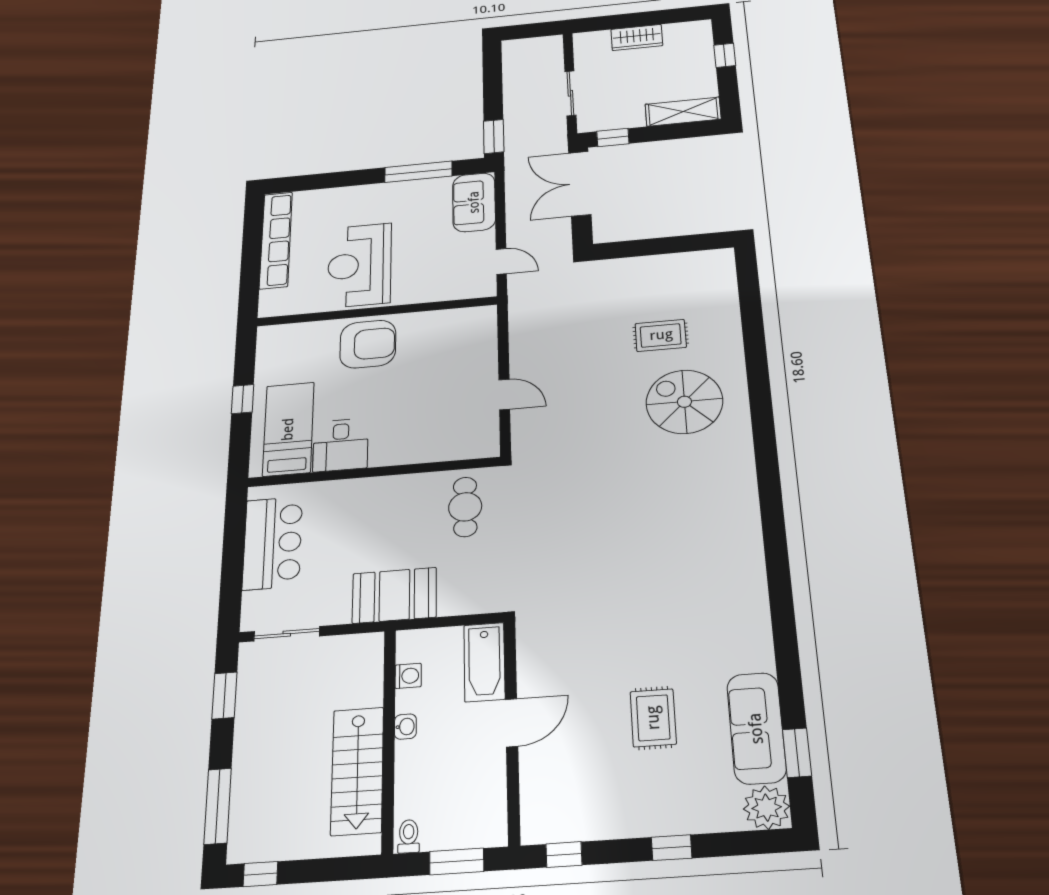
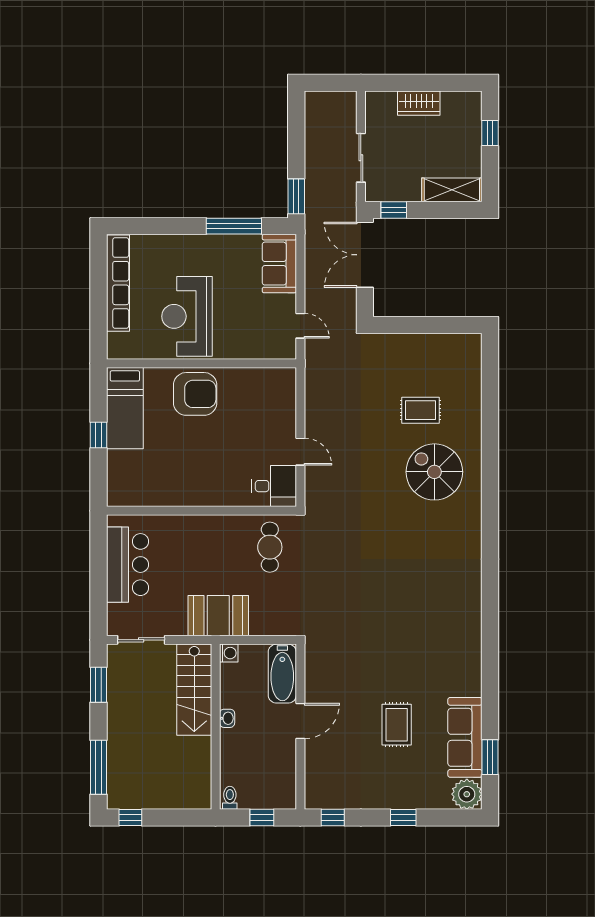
bed: (288, 429) -> (125, 408), moved, turned 180
desk: (341, 445) -> (274, 486), moved, turned -90
washing machine: (408, 676) -> (229, 653), moved
stairs: (357, 771) -> (194, 690), moved
window: (457, 861) -> (262, 818), width x0.67

